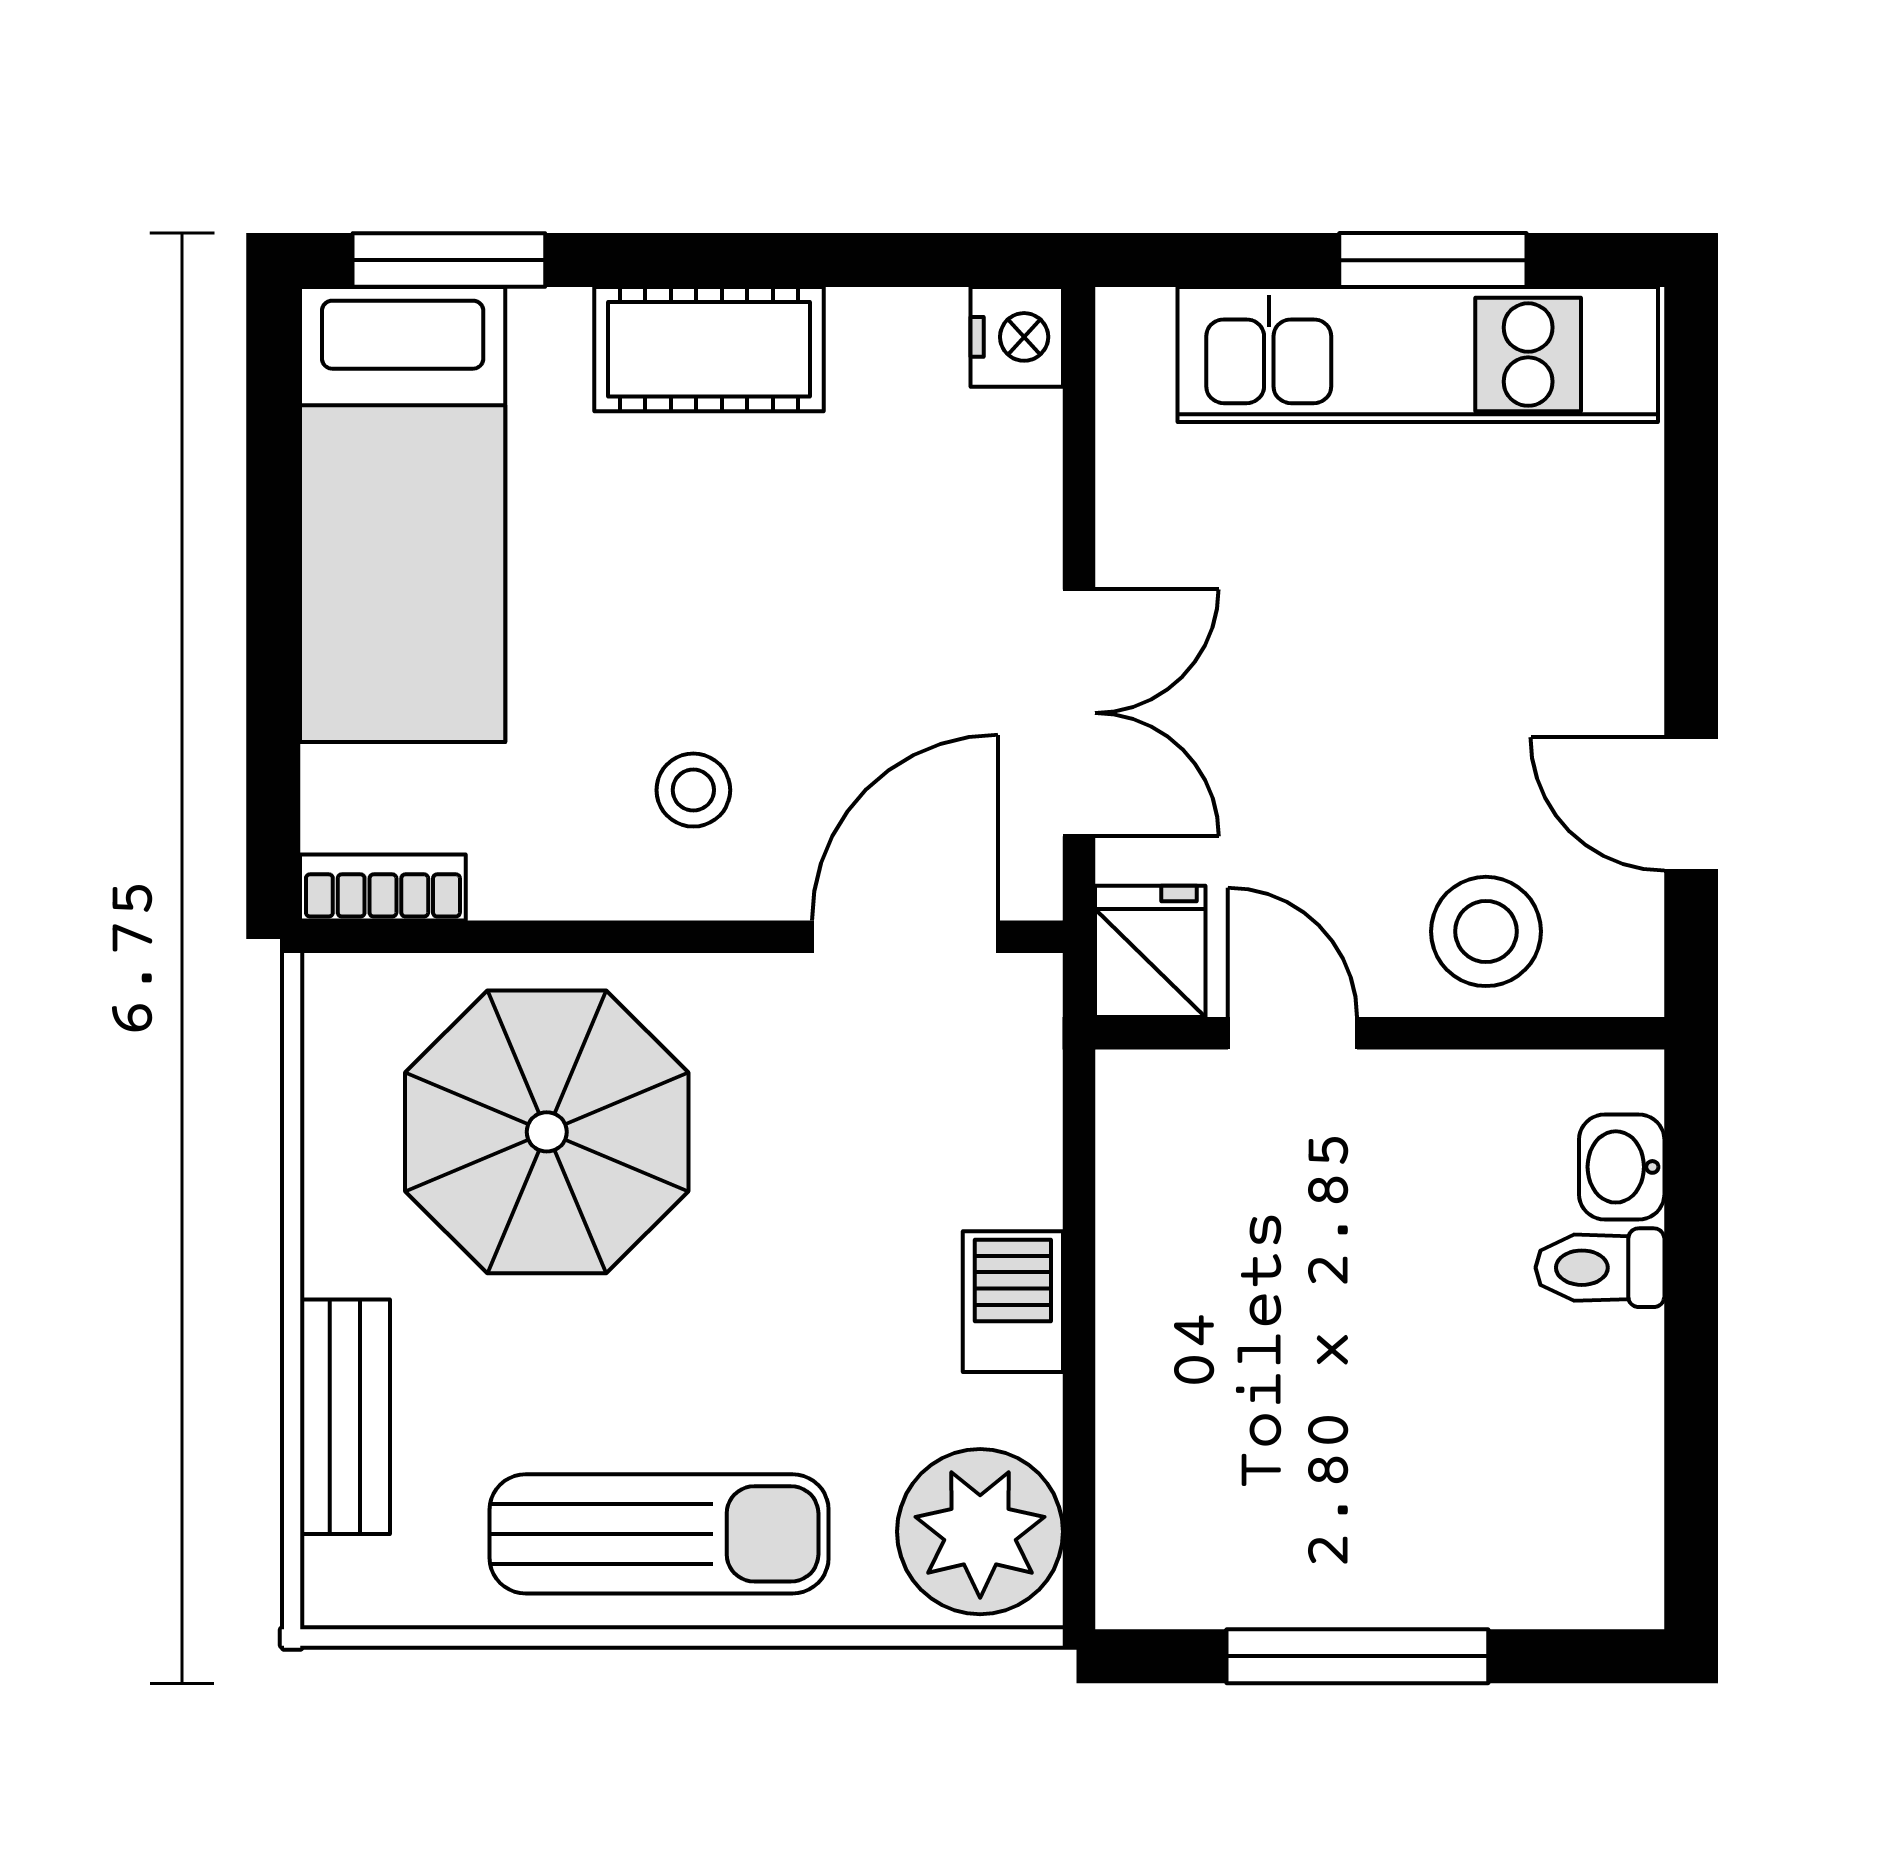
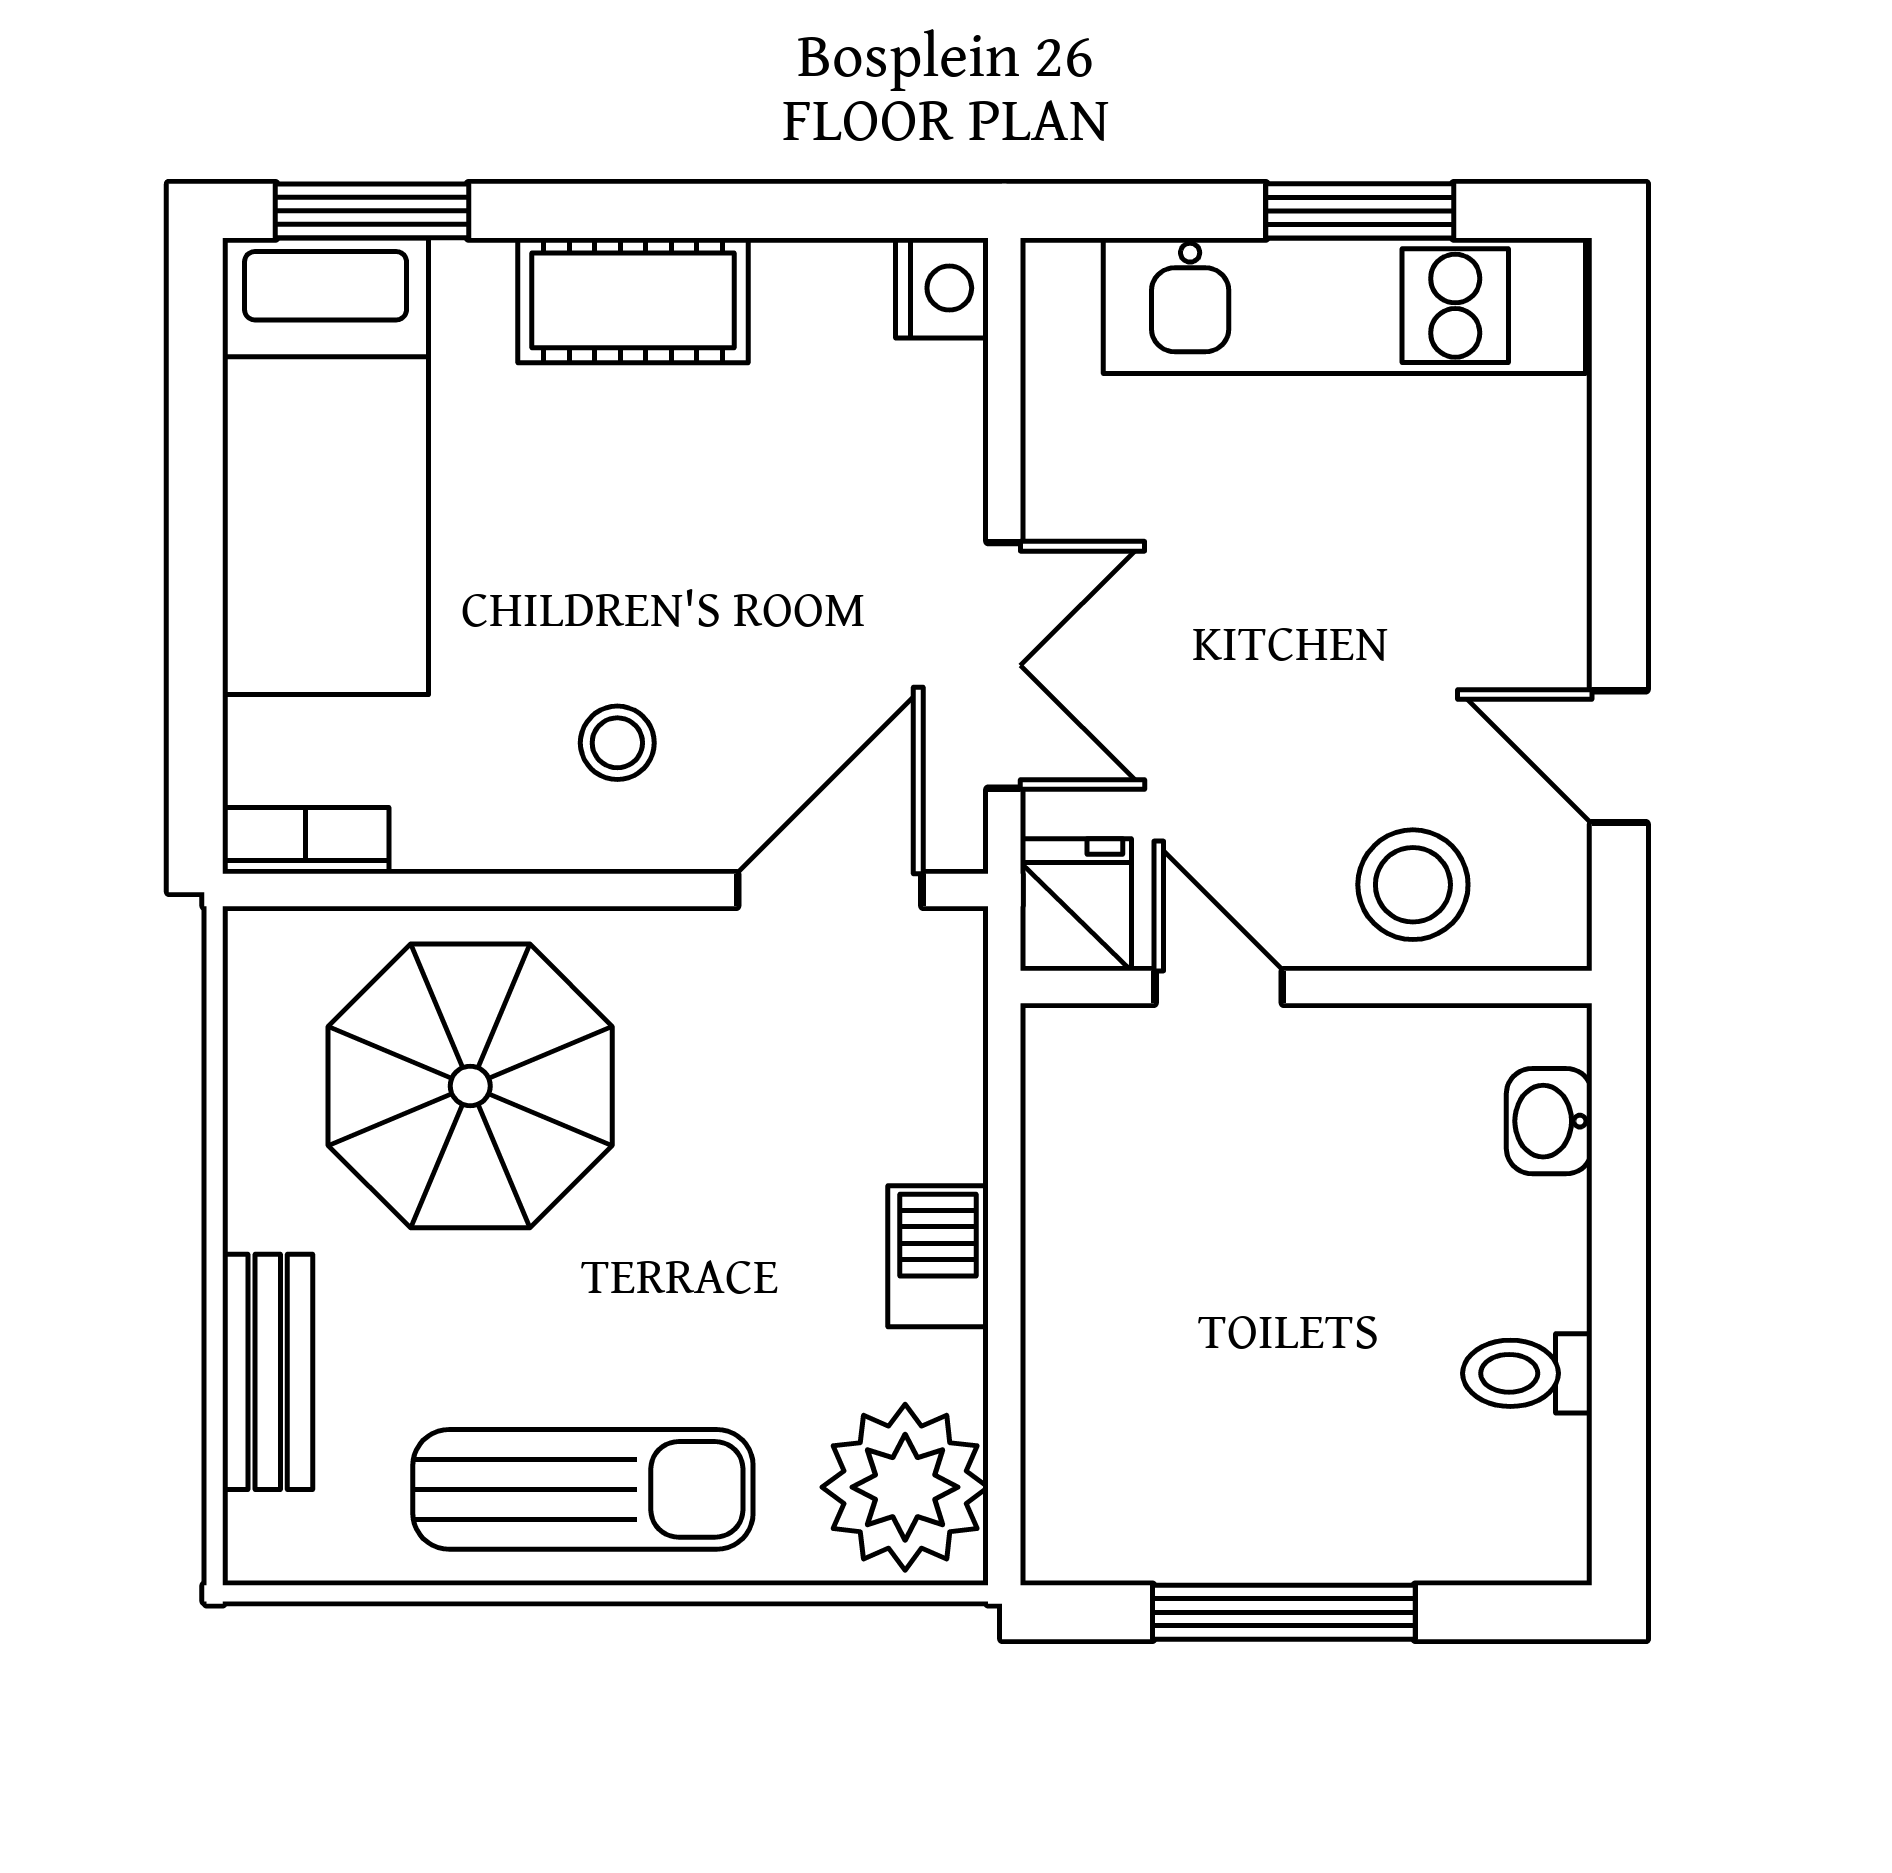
toilet: (1600, 1268) -> (1527, 1373), moved

